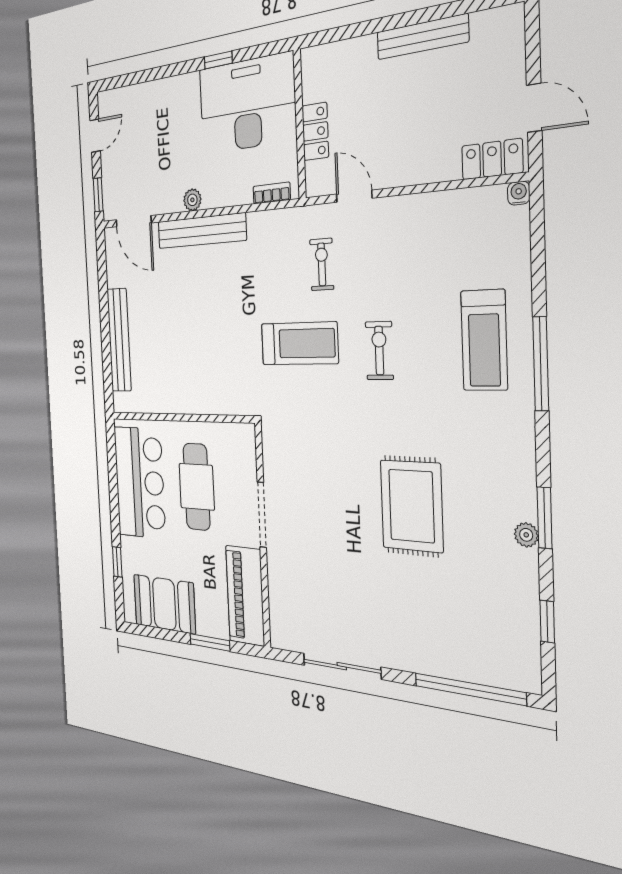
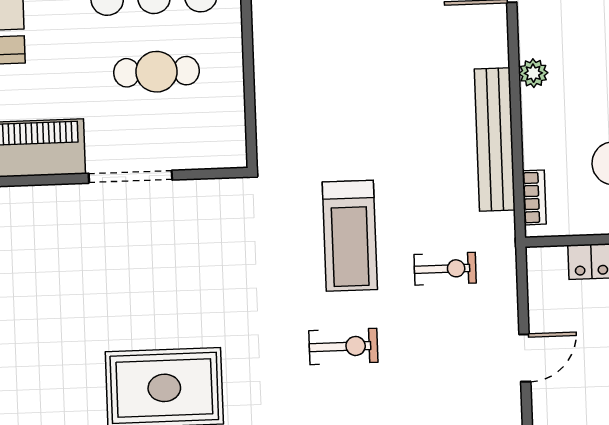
door: (354, 196) -> (525, 358), moved
bench: (201, 231) -> (495, 139), moved
cafe table: (197, 487) -> (156, 72), width x0.73, depth x0.74

